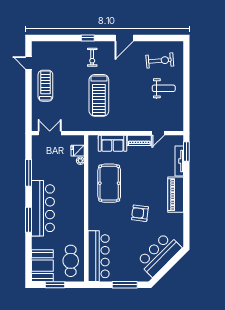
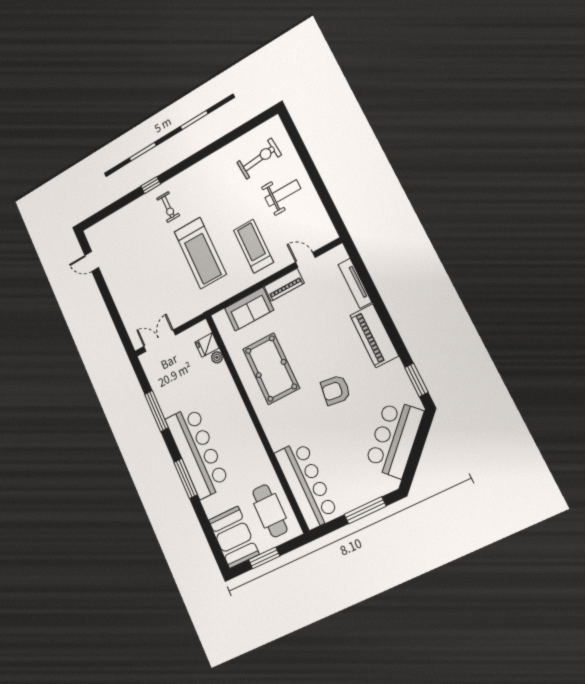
door: (124, 38) -> (197, 157), removed
treadmill: (45, 86) -> (253, 246), moved
door: (158, 133) -> (305, 260), swing flipped
window: (186, 151) -> (416, 380), moved

